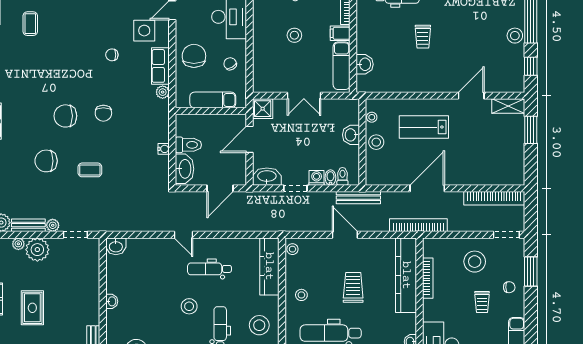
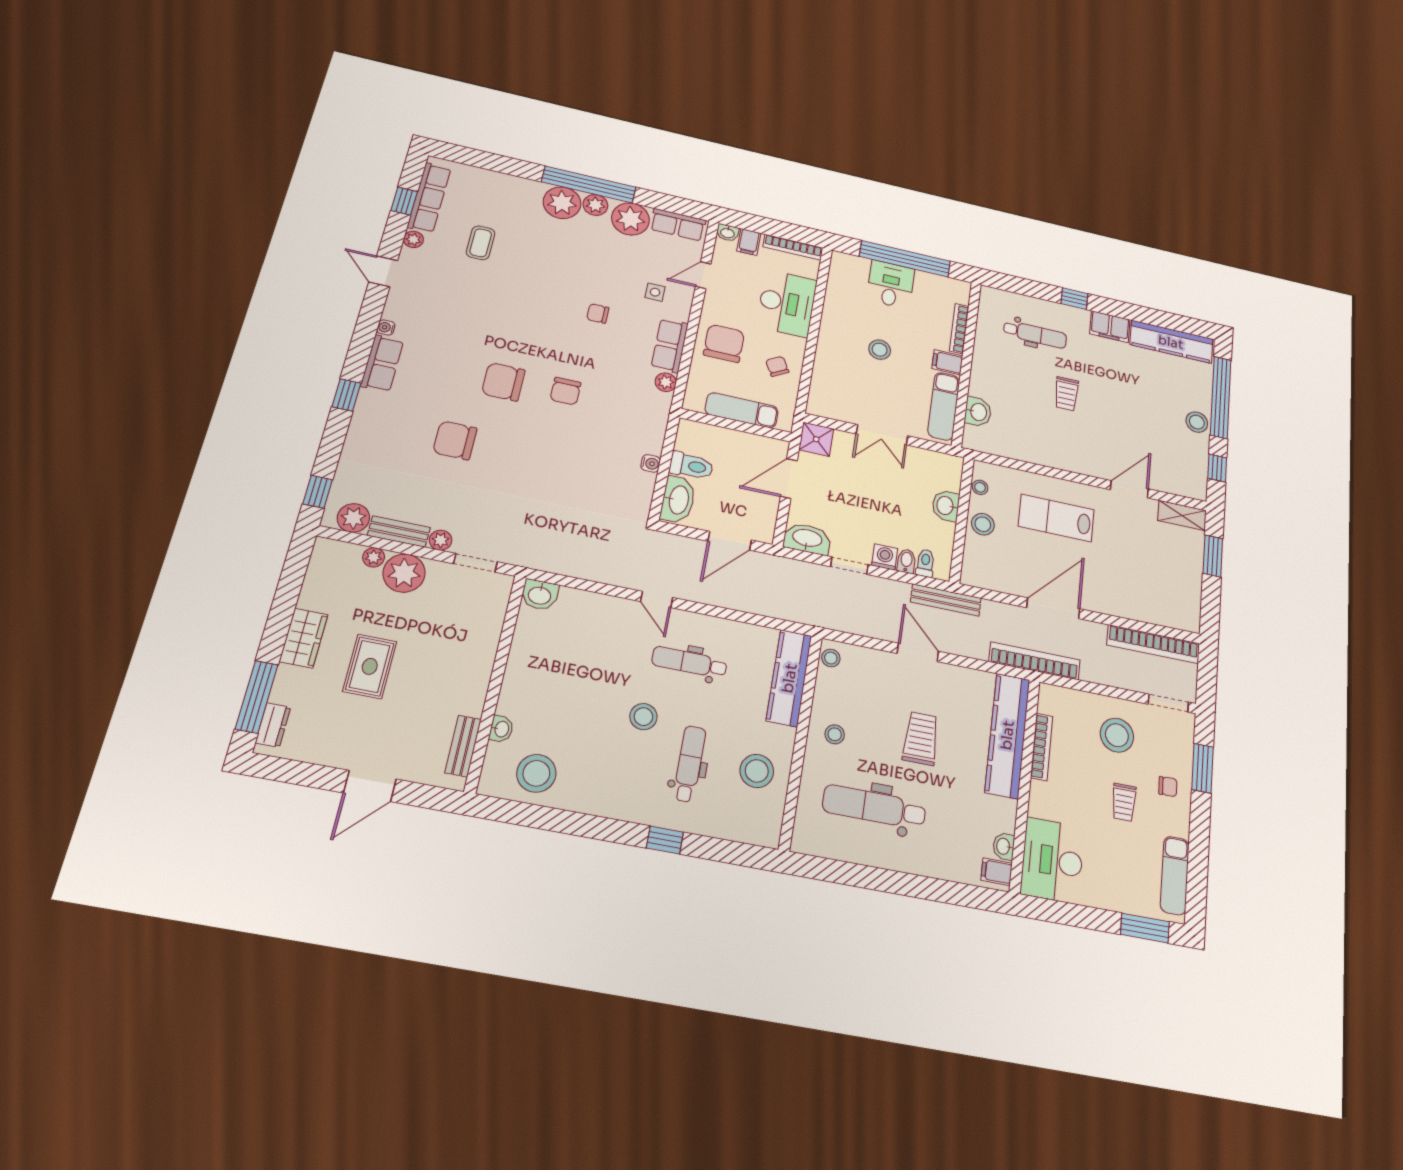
side table: (144, 31) -> (655, 292), width x0.54, depth x0.54
coffee table: (90, 170) -> (524, 469), removed
washbasin: (112, 301) -> (501, 729), moved

